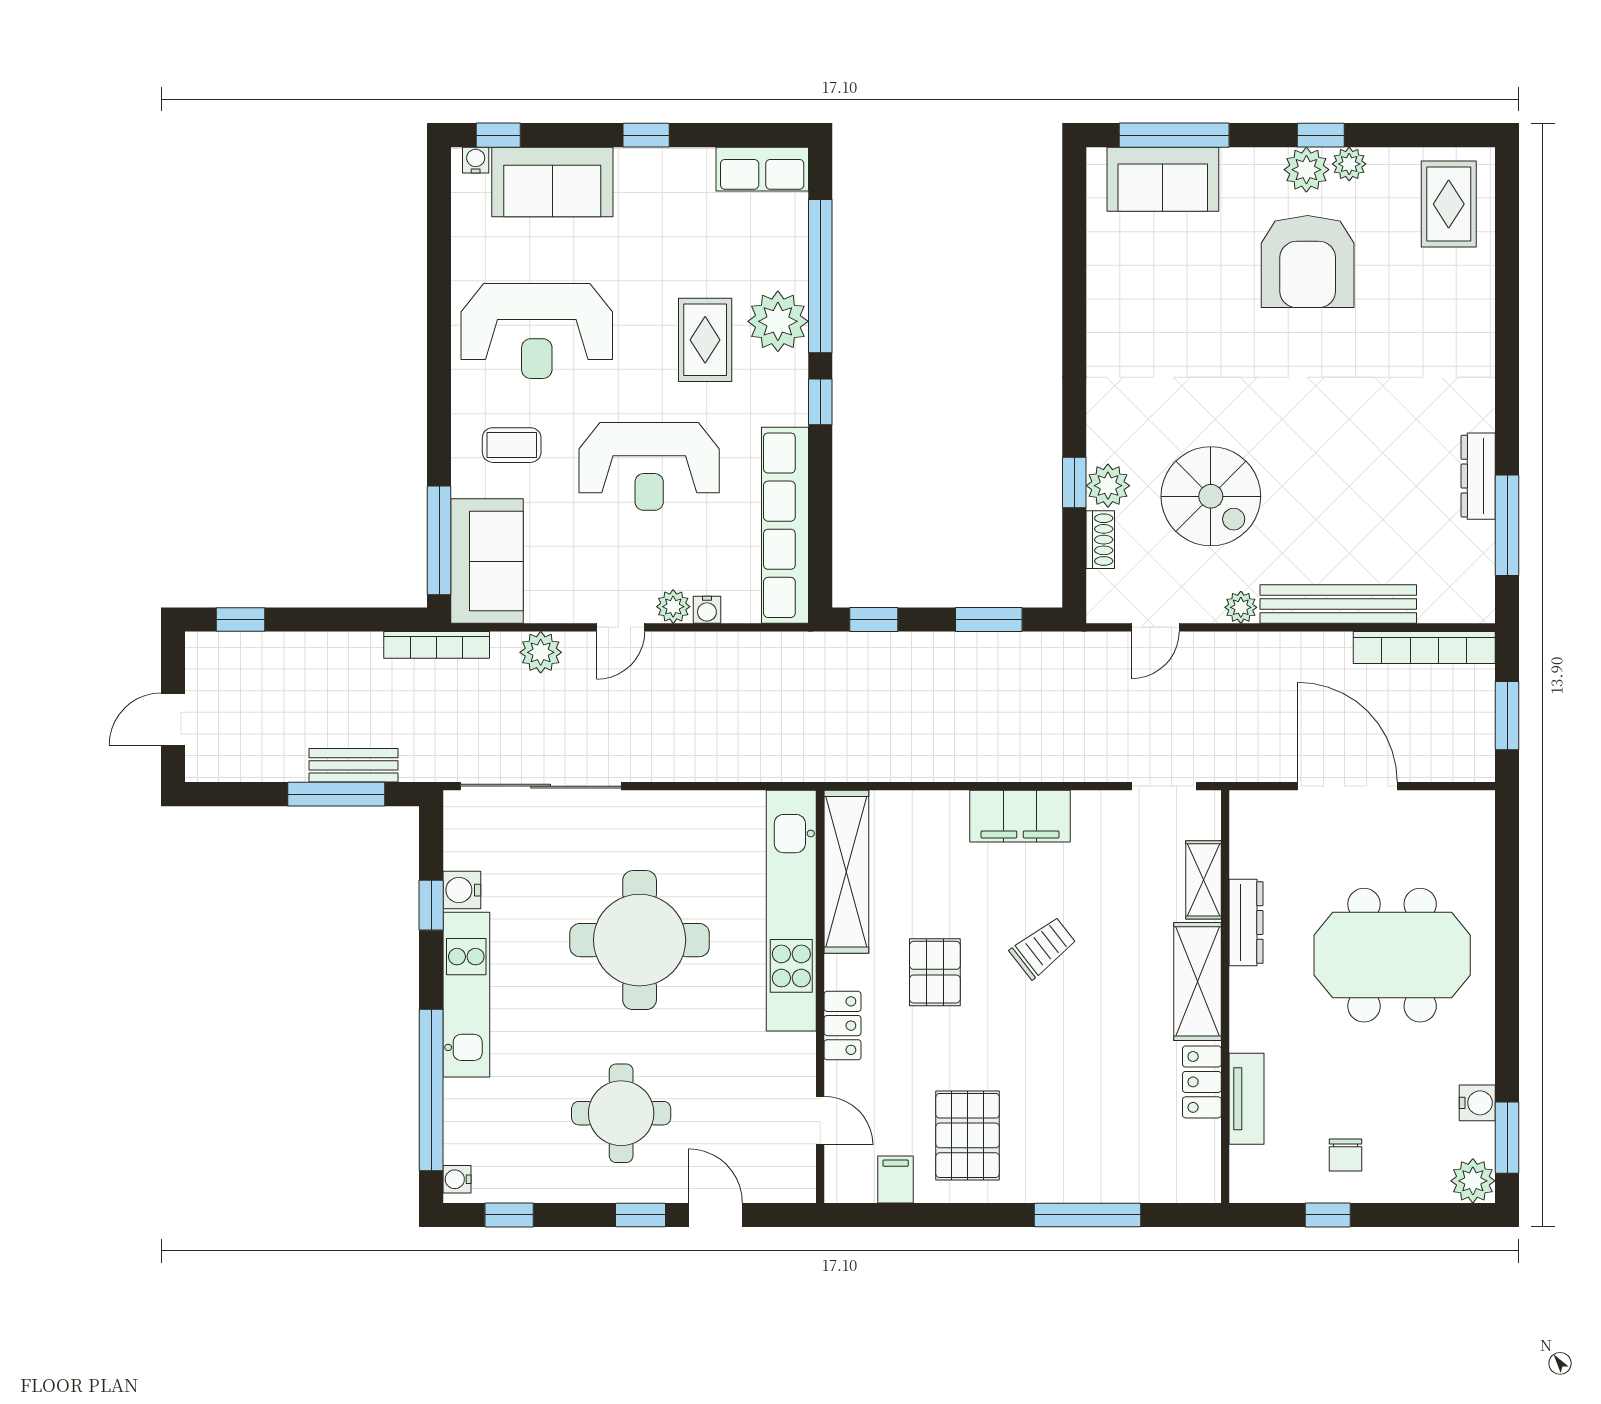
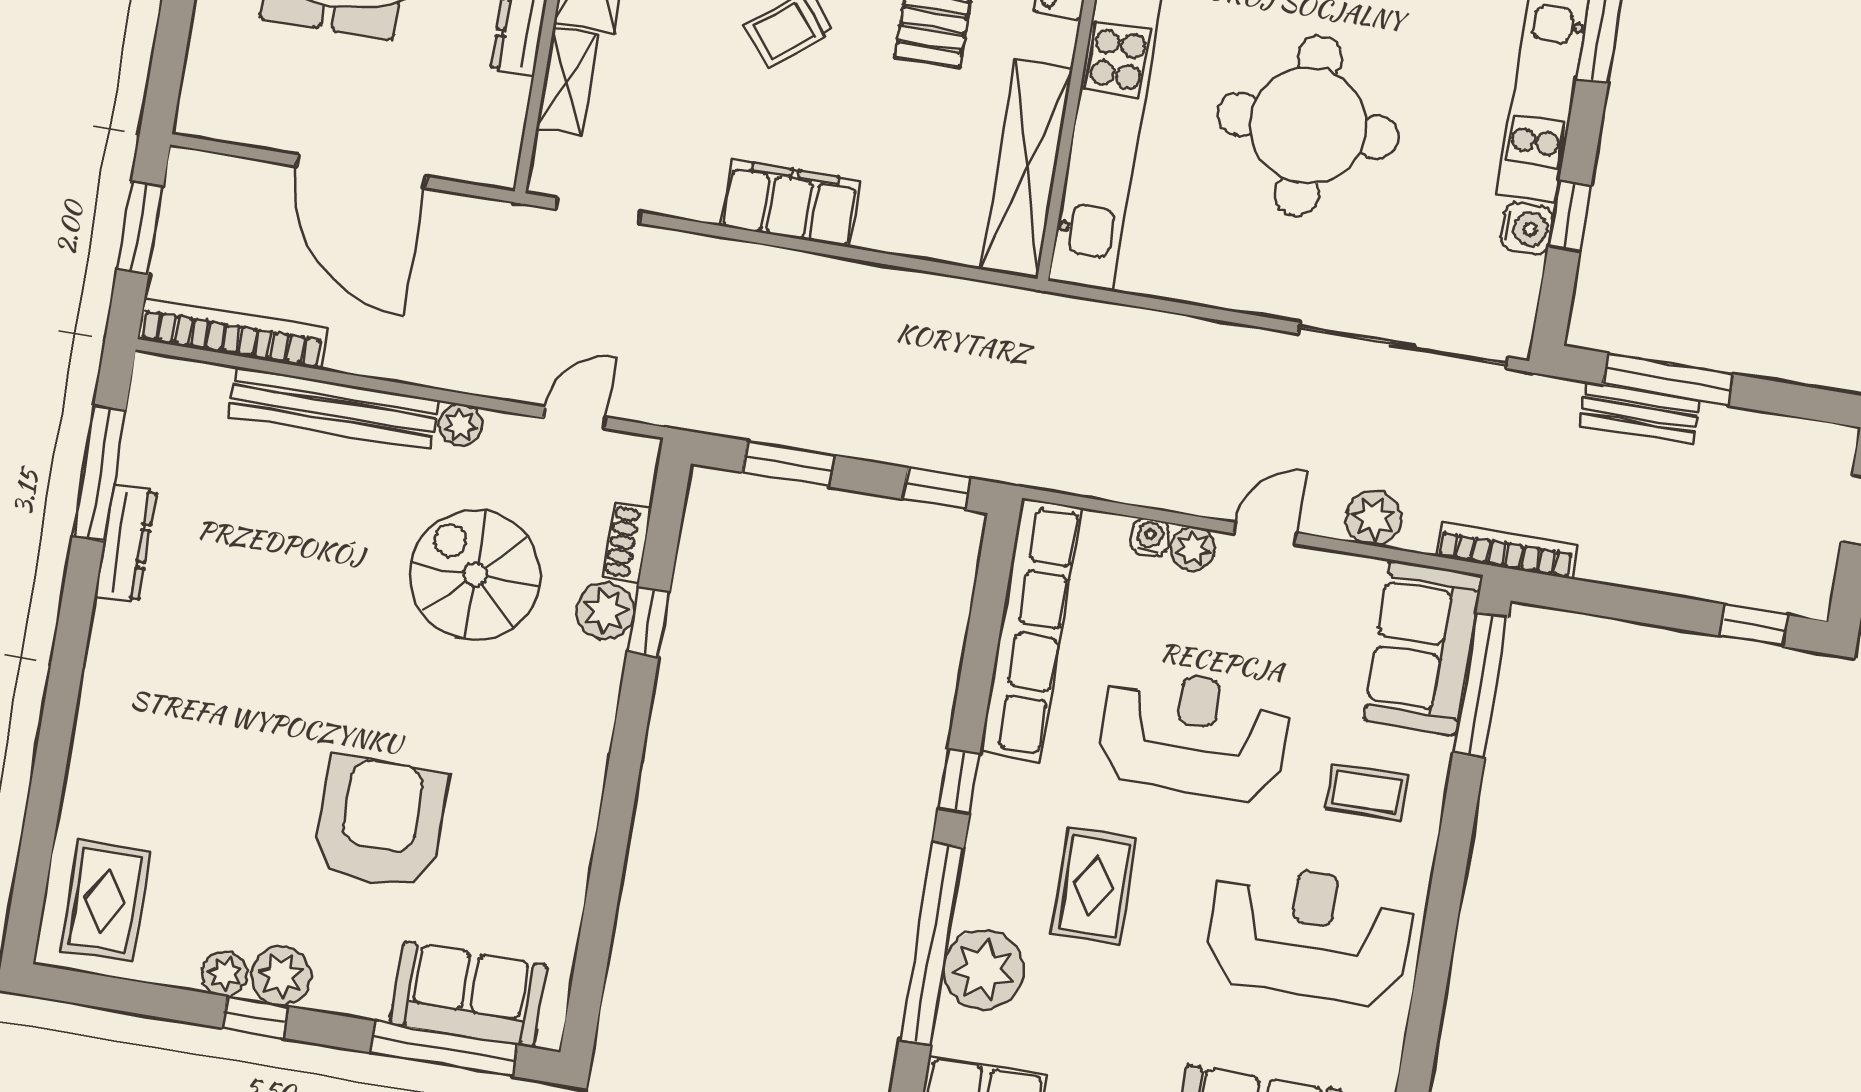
armchair: (1308, 262) -> (380, 823), moved
plant: (778, 321) -> (983, 970), moved

